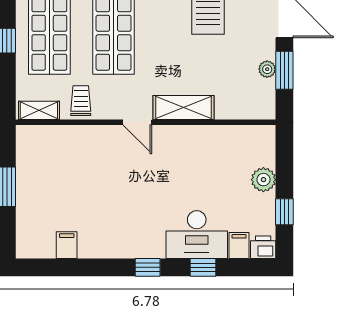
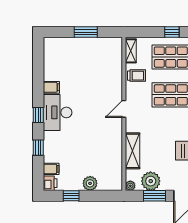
plant: (267, 69) -> (151, 181), width x1.88, depth x1.88
shelving: (184, 107) -> (133, 151), moved
plant: (267, 111) -> (130, 186), added
desk: (197, 235) -> (58, 112), moved
filing cabinet: (67, 245) -> (51, 87), moved

